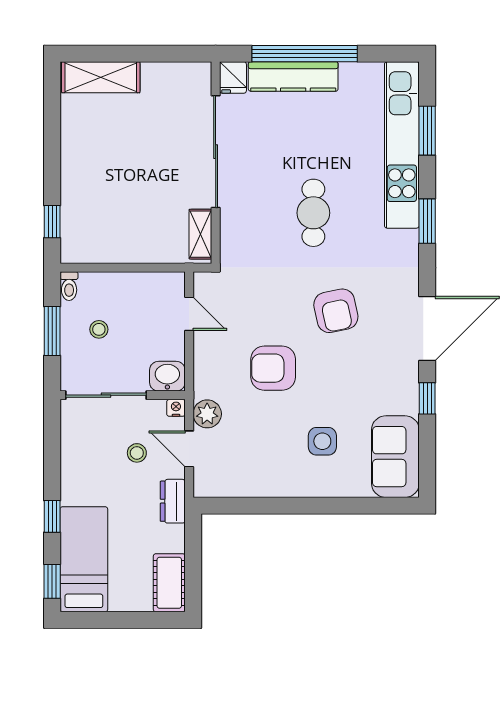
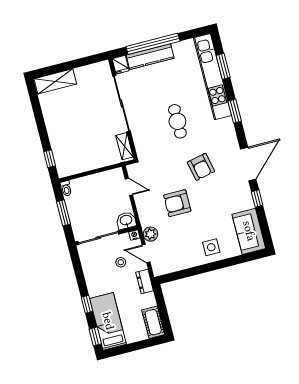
stool: (99, 329) -> (86, 206), removed
side table: (322, 441) -> (211, 247), moved

